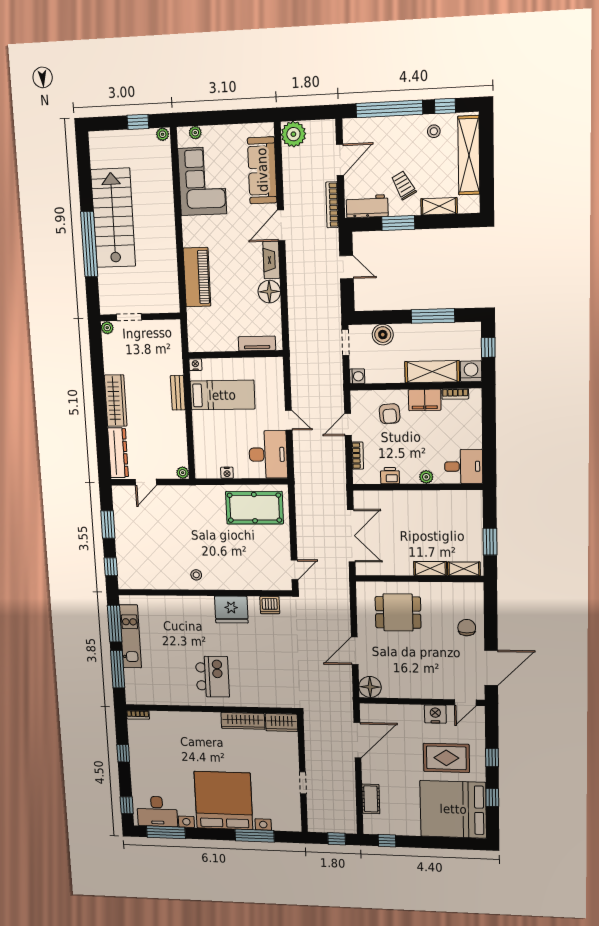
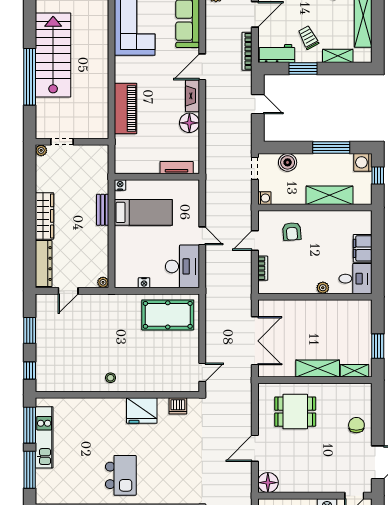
washing machine: (471, 371) -> (363, 162), moved, turned -90
bookcase: (455, 394) -> (349, 215), removed
filing cabinet: (425, 400) -> (363, 248), moved, turned 90
printer: (390, 476) -> (291, 286), removed
shelving: (430, 568) -> (318, 368), width x1.50, depth x1.33

